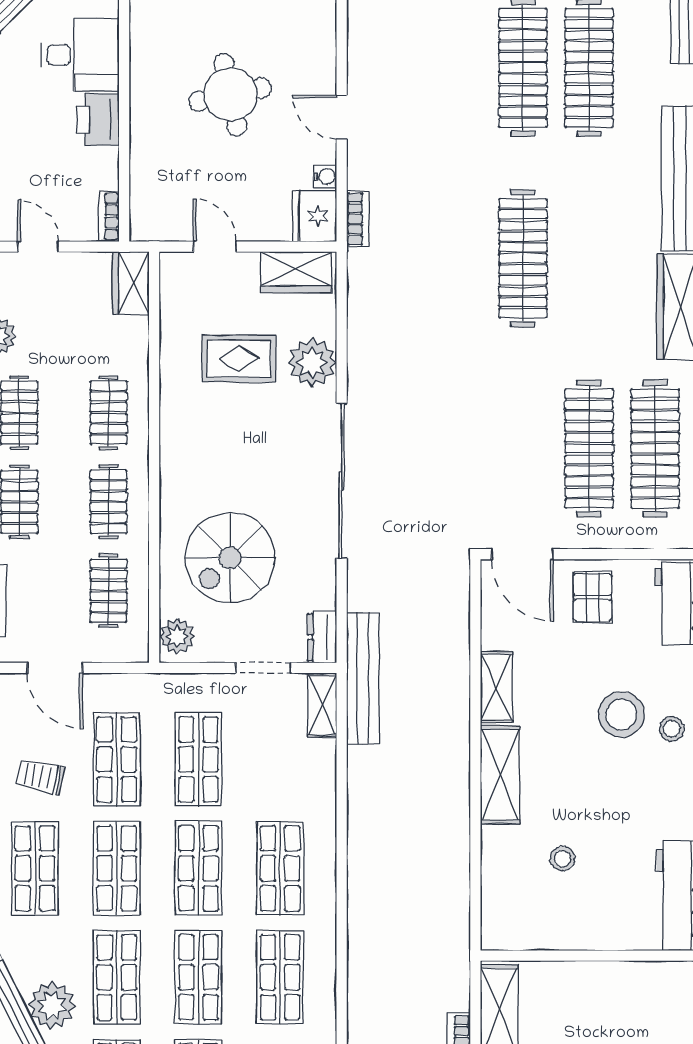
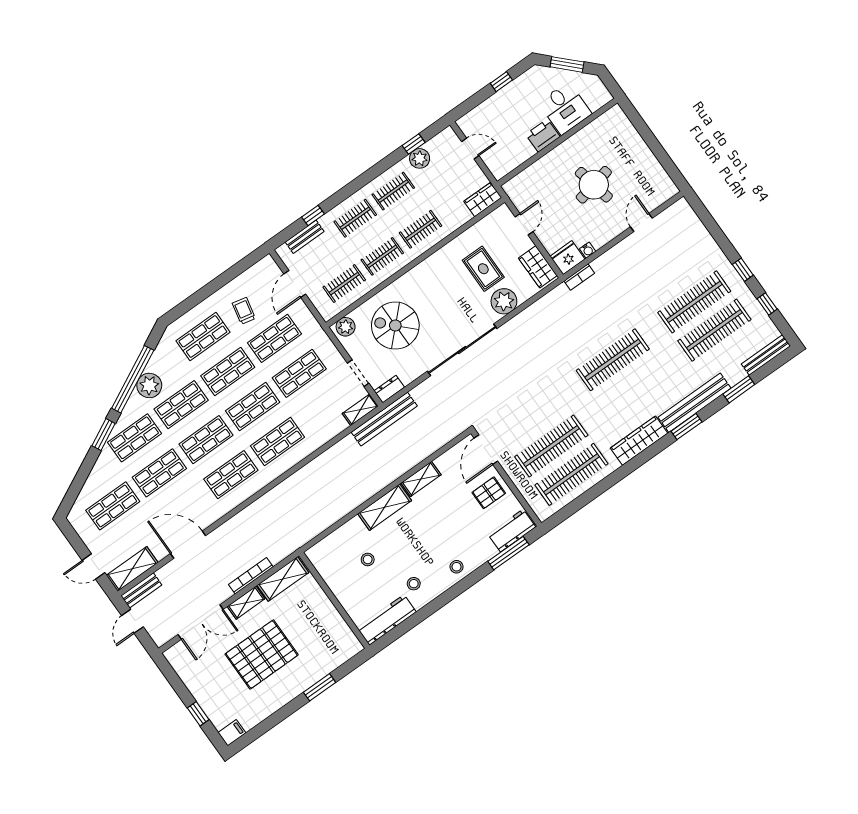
door: (342, 117) -> (641, 223), moved
bookcase: (109, 216) -> (505, 170), removed
door: (38, 247) -> (470, 149), hinge flipped
stool: (621, 715) -> (414, 584), moved, width x0.53, depth x0.53

